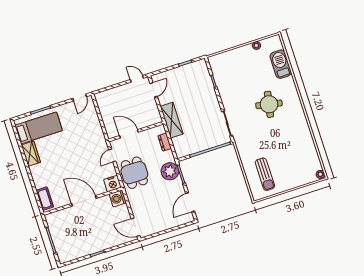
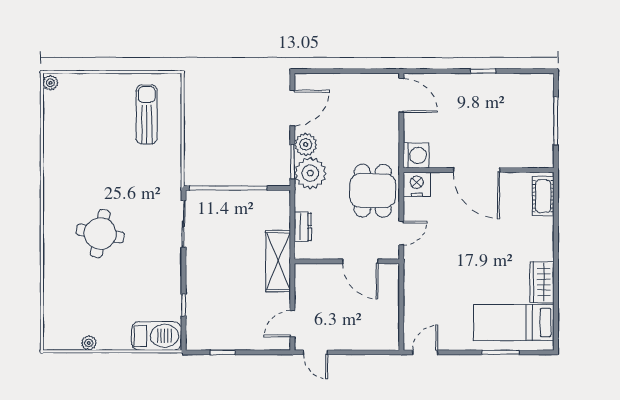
barbecue: (281, 64) -> (156, 336), moved, turned -90
plant: (177, 185) -> (306, 144), added

